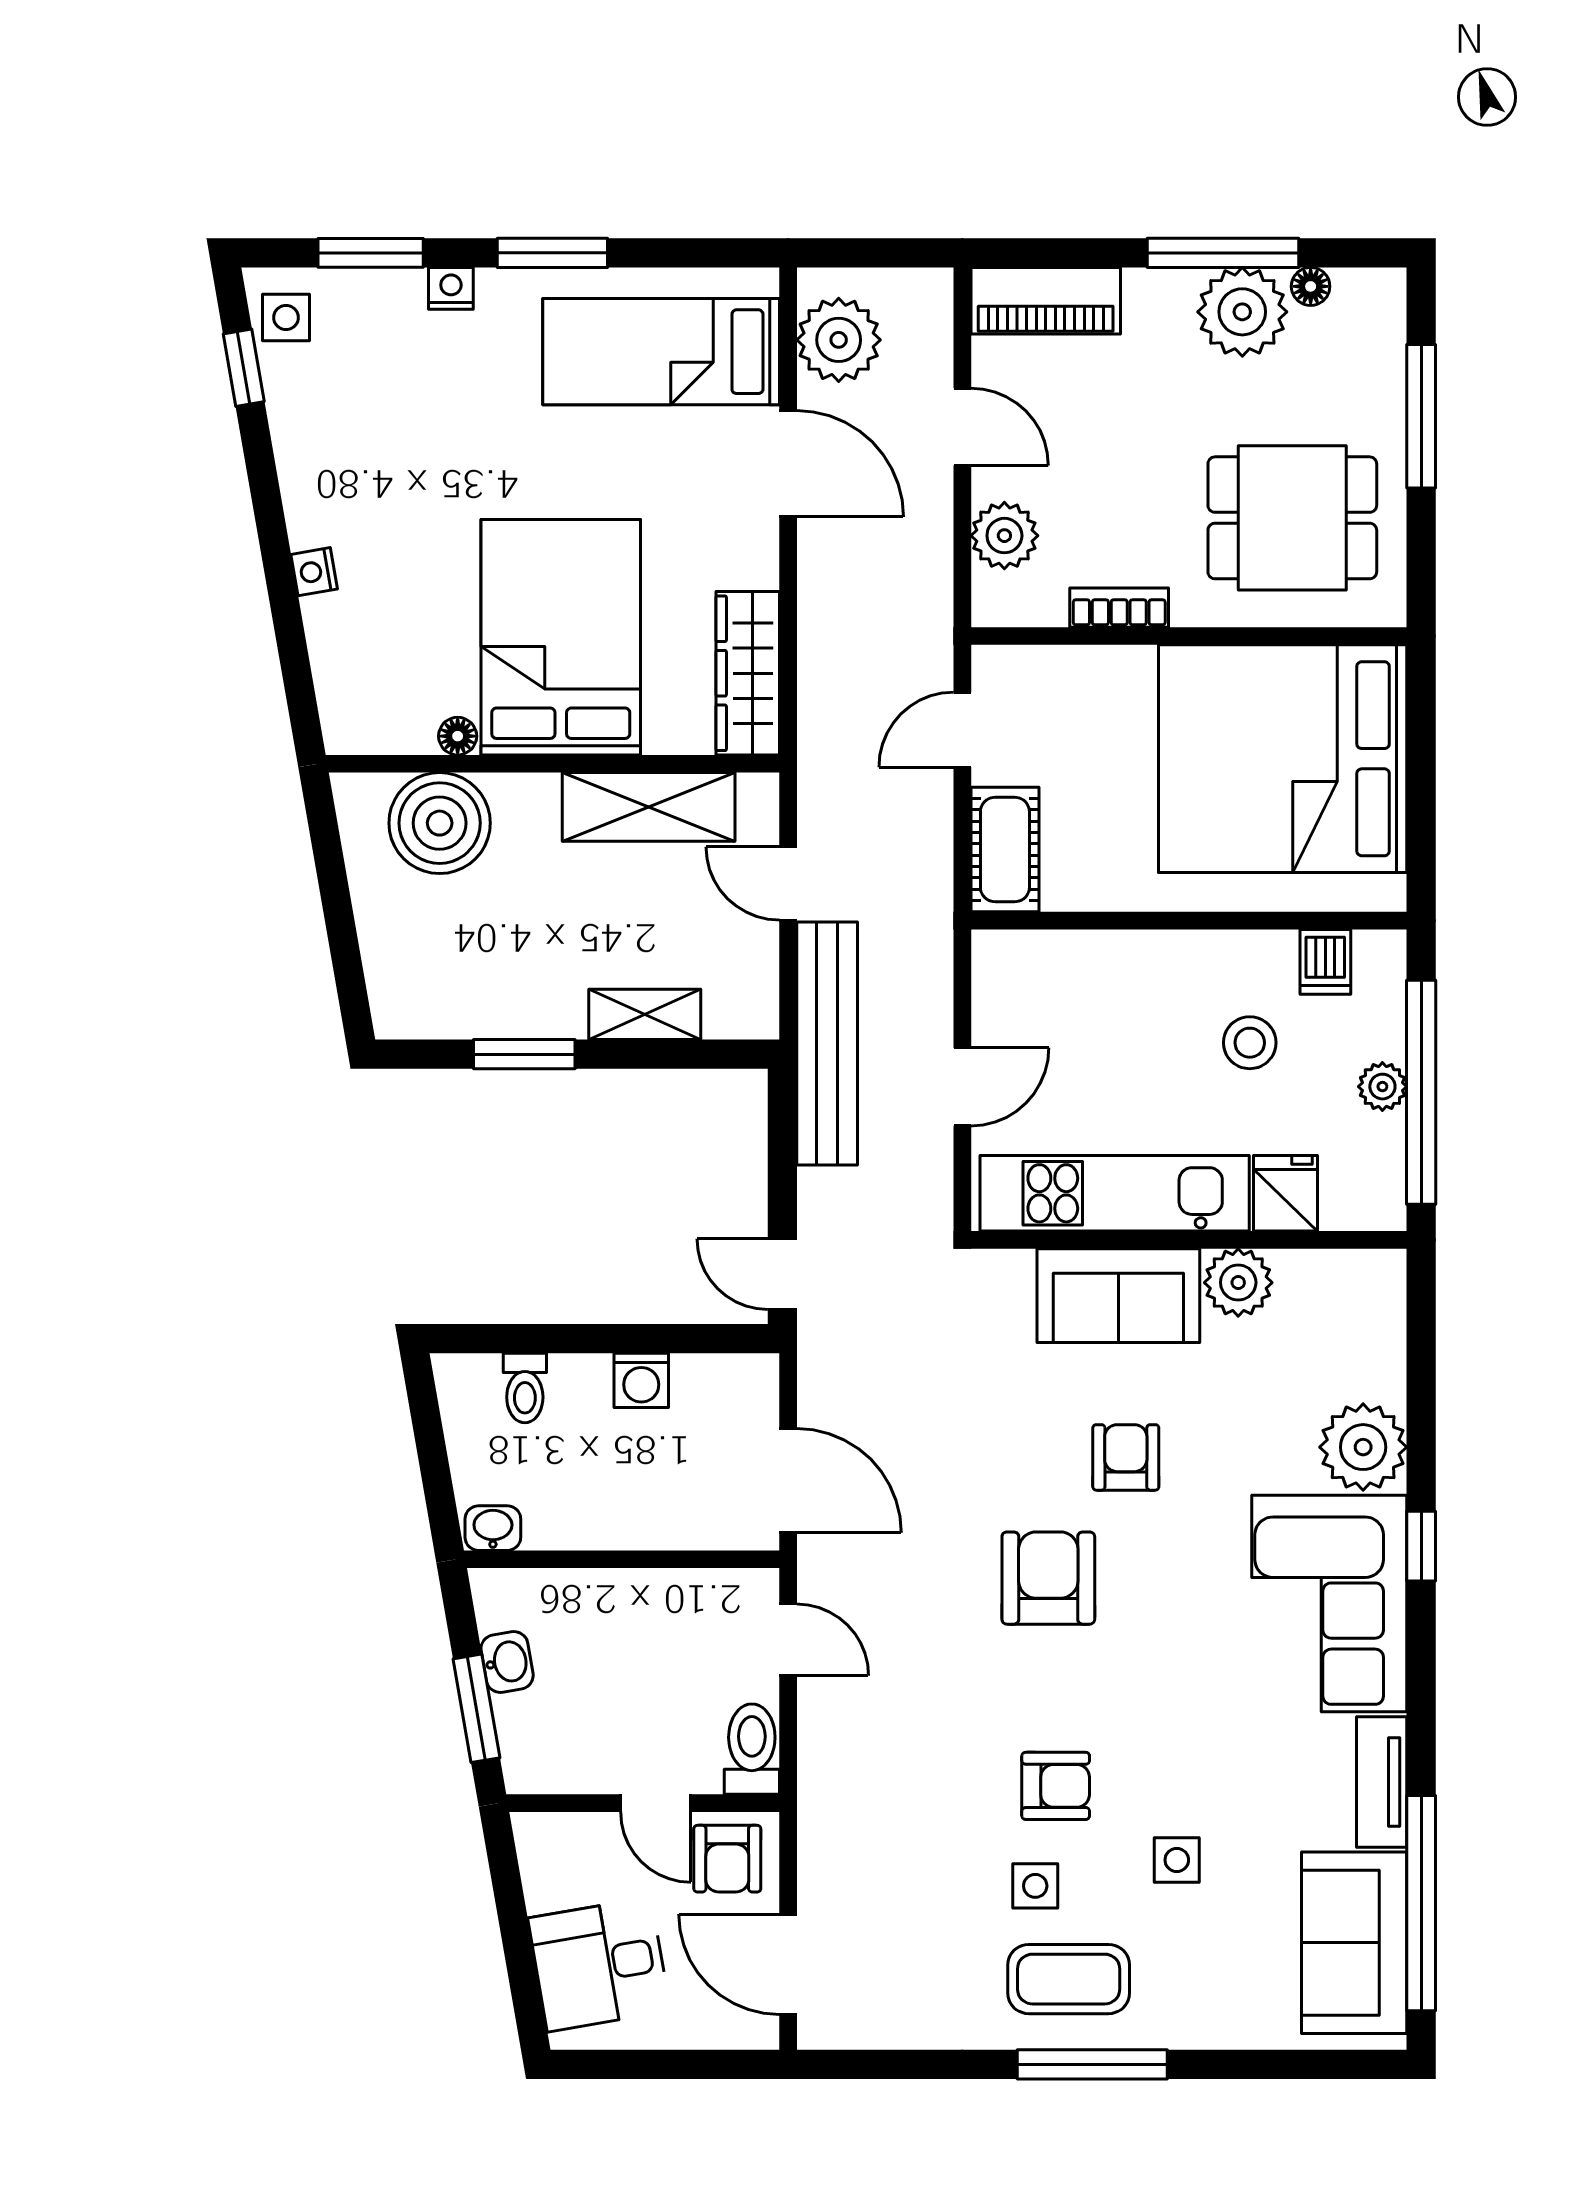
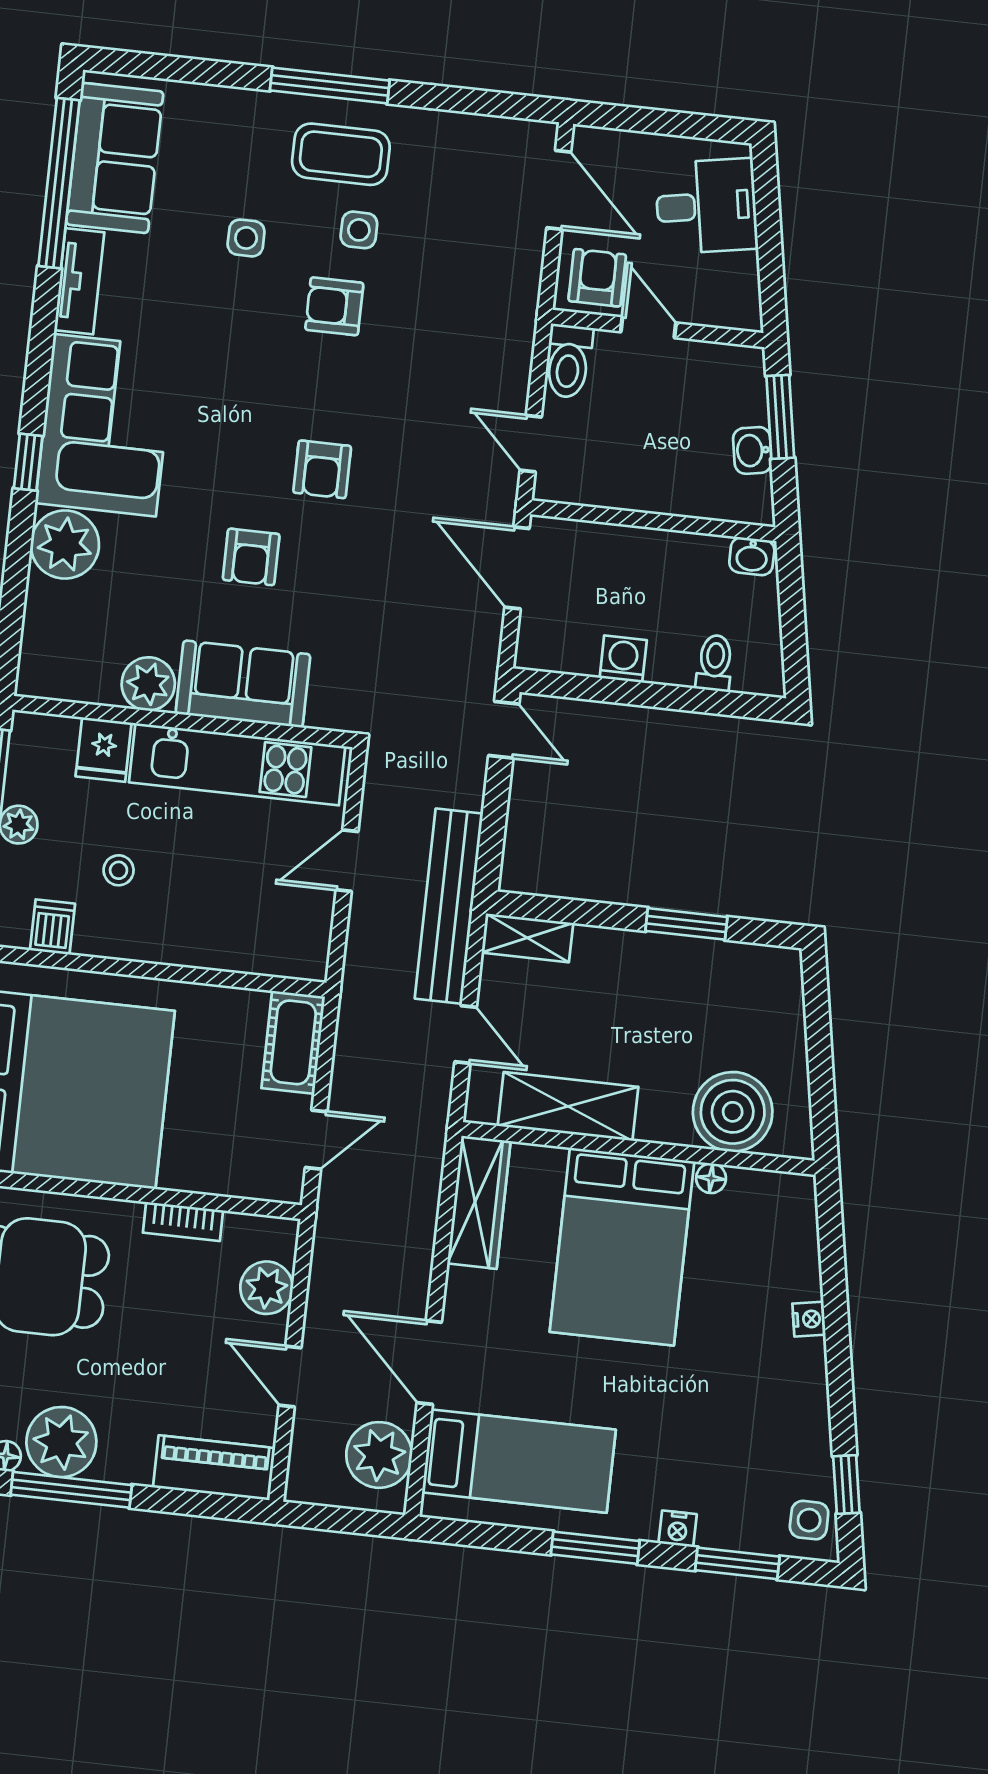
shelving: (645, 1014) -> (527, 938), moved
stool: (1250, 1043) -> (119, 870), width x0.73, depth x0.73
armchair: (1048, 1578) -> (322, 469), width x0.72, depth x0.72

